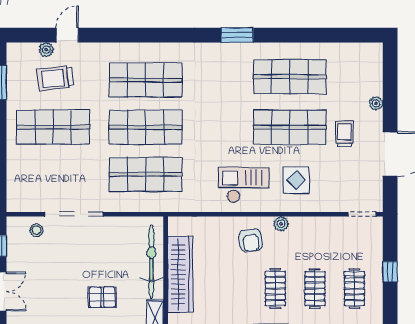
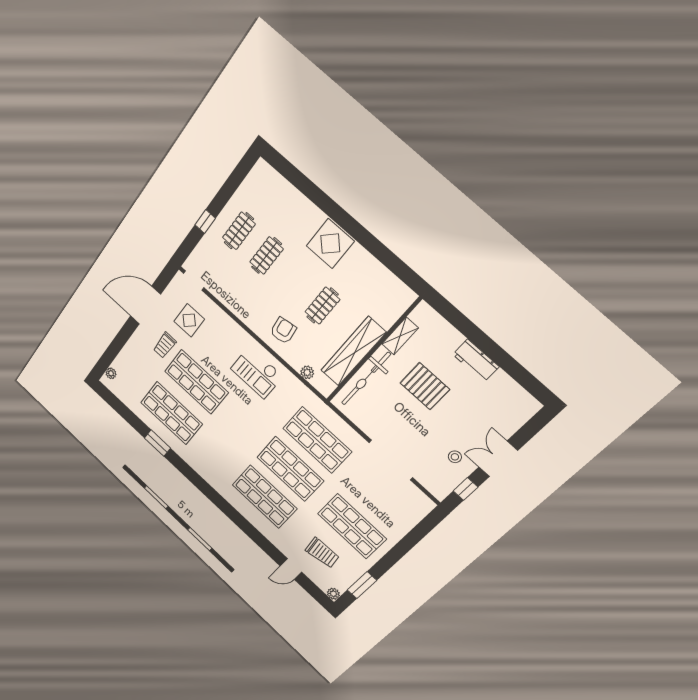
window: (237, 35) -> (157, 443), moved
plant: (46, 50) -> (333, 594), moved
plant: (376, 103) -> (111, 373), moved
display table: (296, 180) -> (189, 320), moved
plant: (281, 224) -> (307, 372), moved
stool: (37, 230) -> (455, 457), moved
clothes rail: (275, 289) -> (322, 306), moved
pallet: (102, 297) -> (425, 386), width x1.50, depth x1.42

